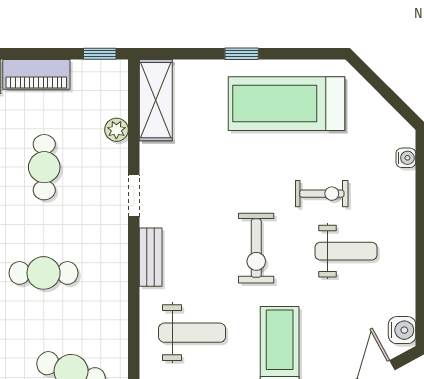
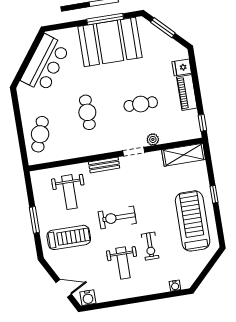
plant: (116, 130) -> (153, 139), moved

